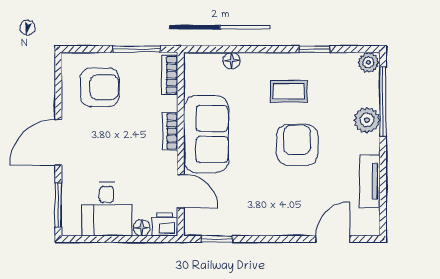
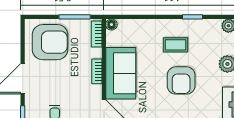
floor lamp: (232, 61) -> (111, 25), moved
armchair: (100, 87) -> (50, 42), width x1.36, depth x1.36
armchair: (297, 145) -> (181, 80), turned 180

